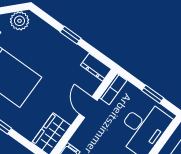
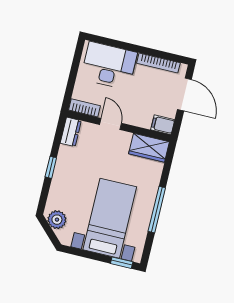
window: (153, 94) -> (74, 70), removed
door: (88, 107) -> (110, 124), swing flipped

